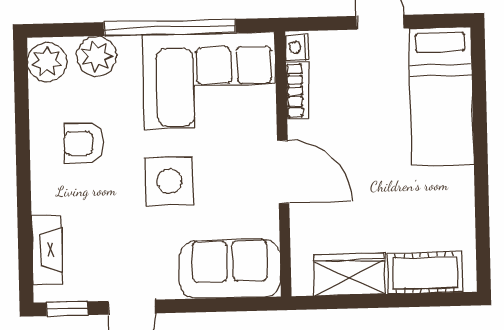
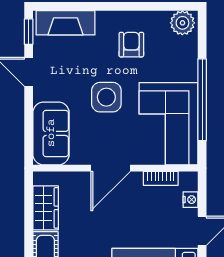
nightstand: (297, 47) -> (190, 200), moved, turned 90
plant: (97, 56) -> (185, 54), removed
fireplace: (47, 250) -> (66, 23), width x1.37, depth x1.32

